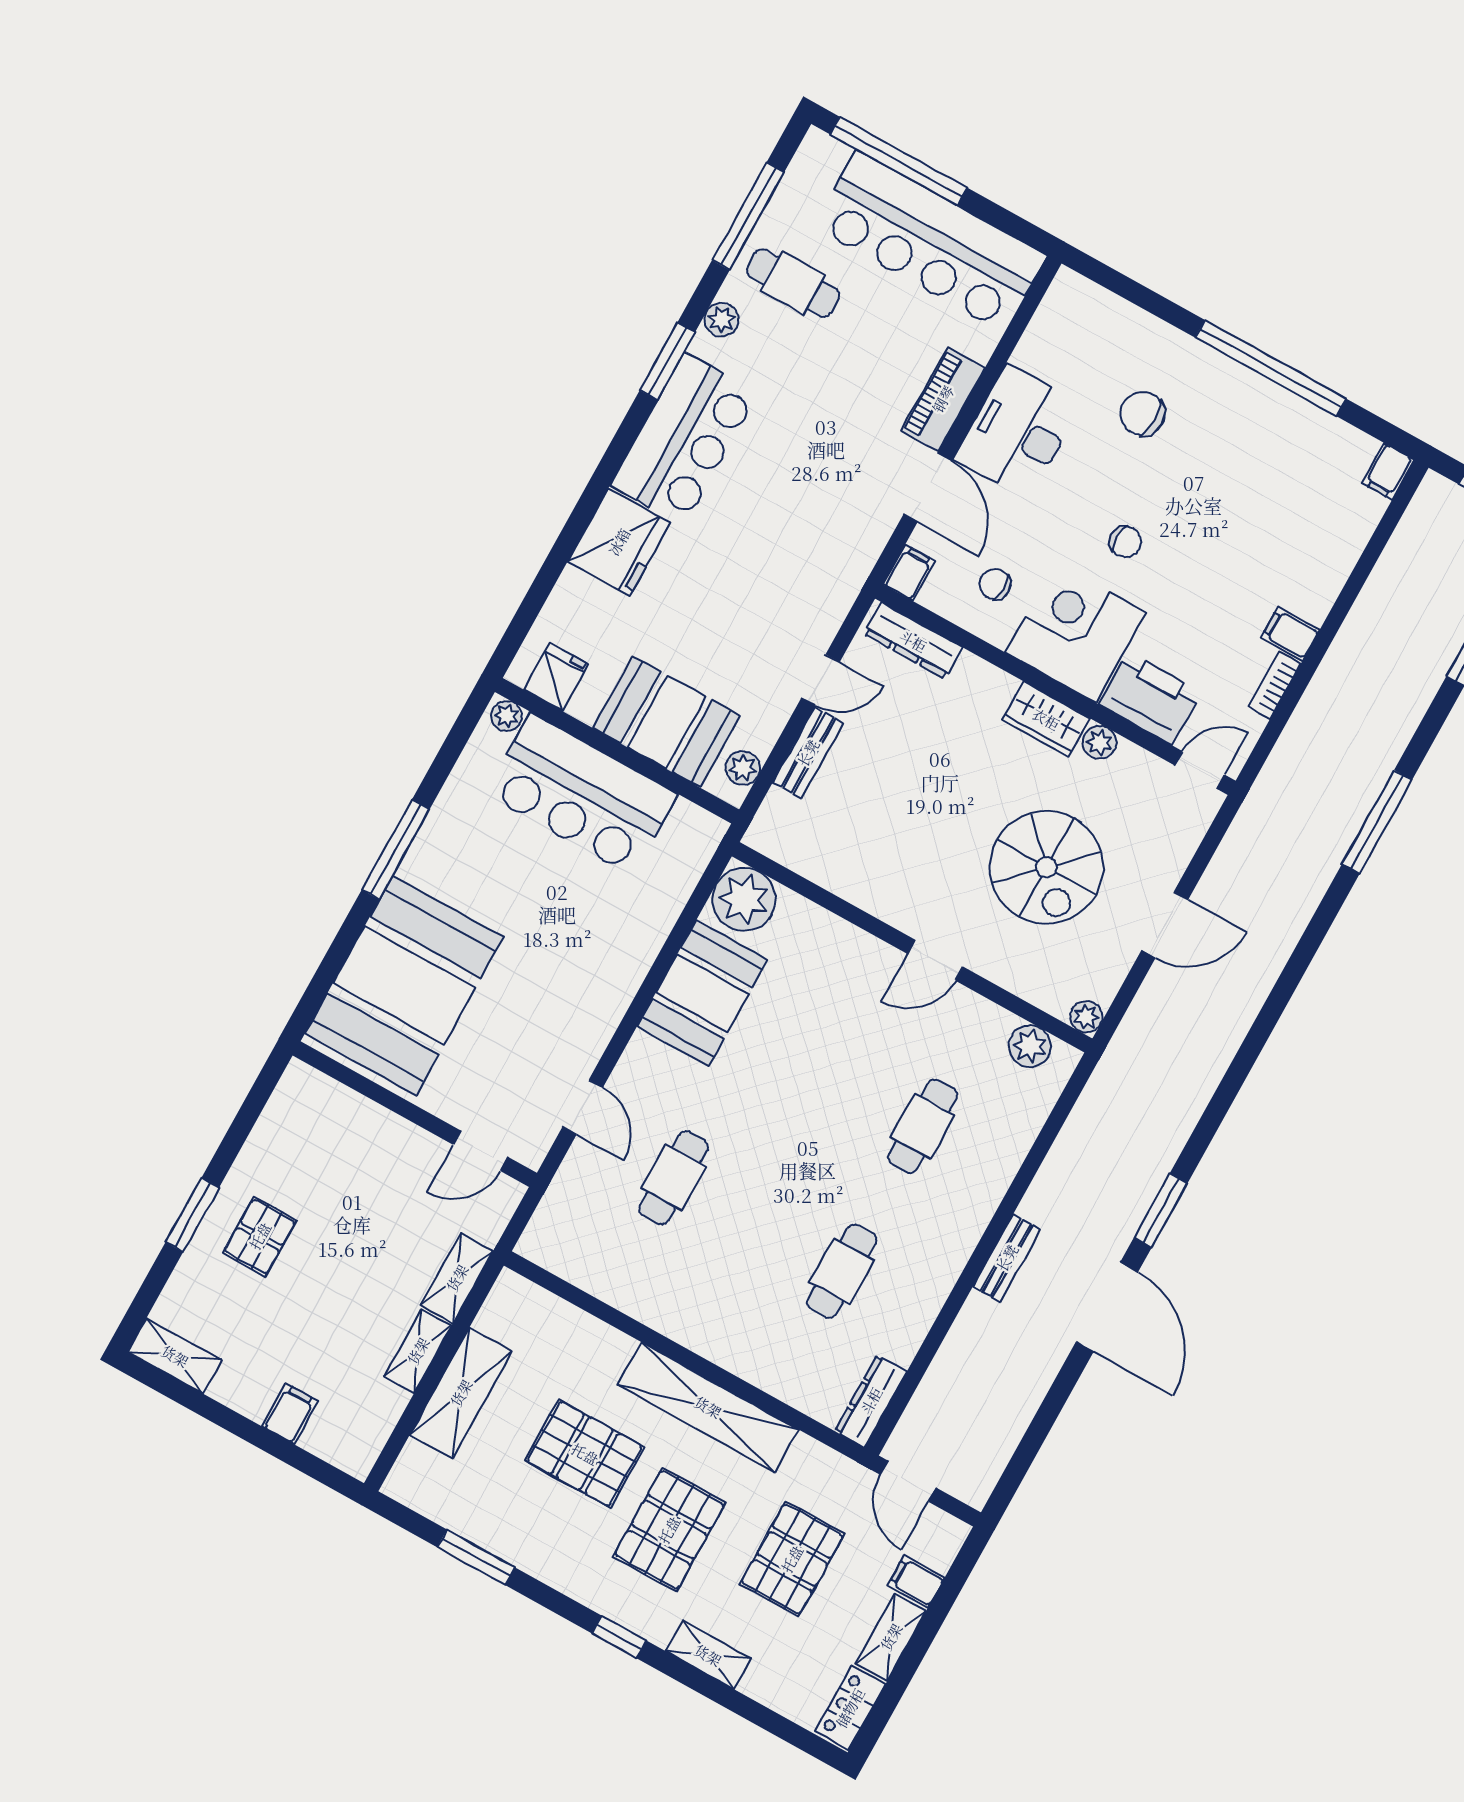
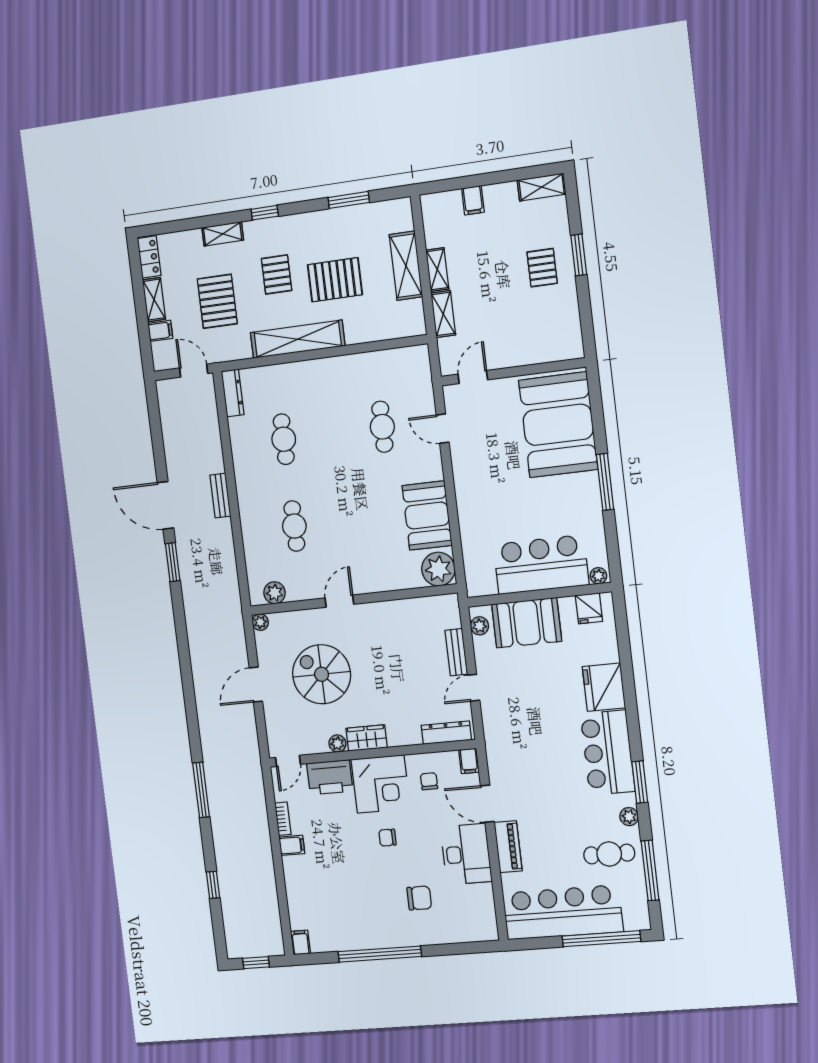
chair: (995, 584) -> (429, 781), turned -90
pallet: (669, 1530) -> (277, 274), width x0.67, depth x0.71

